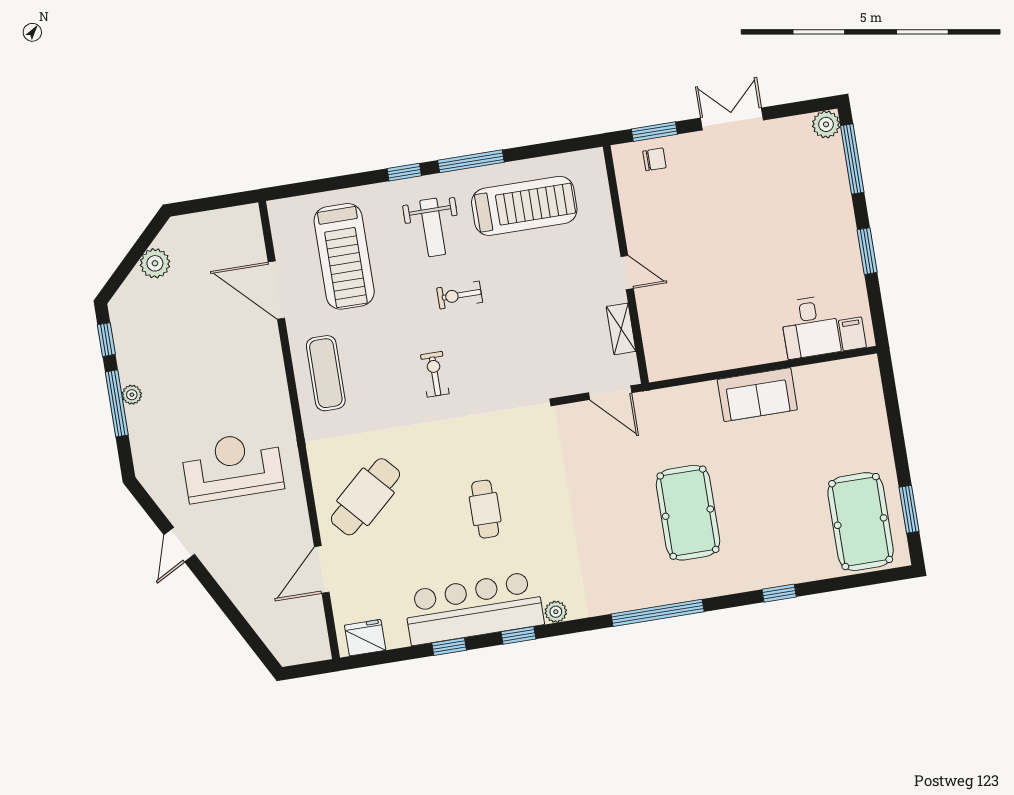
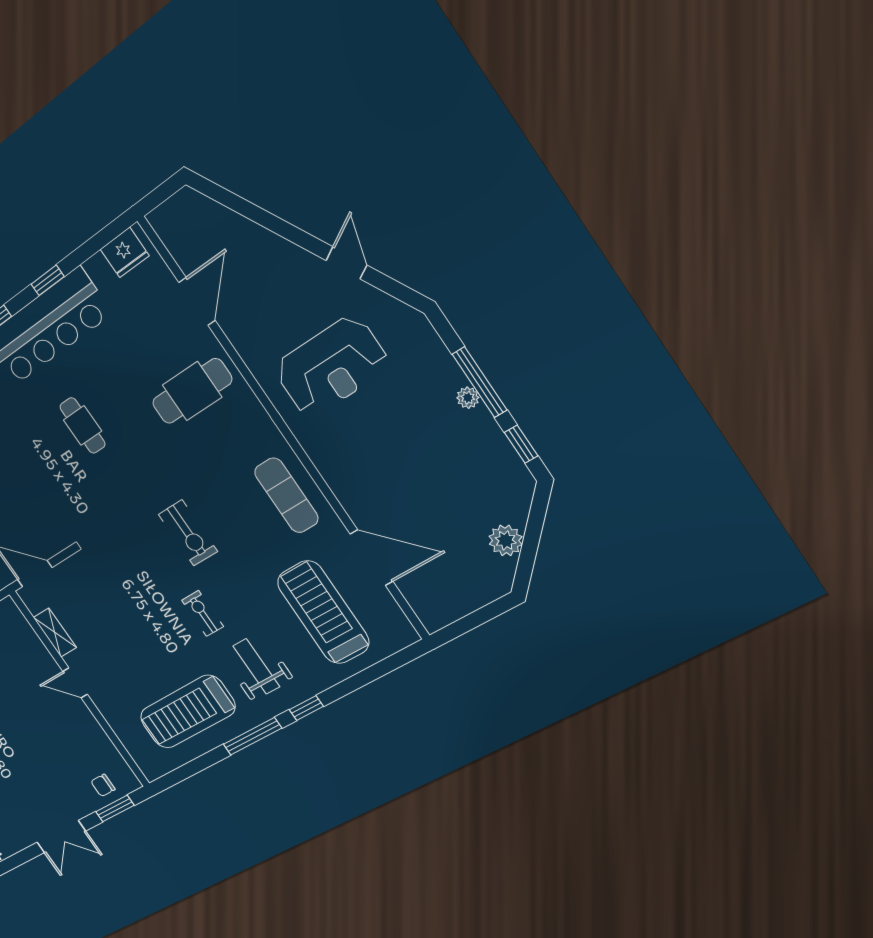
exercise bike: (460, 295) -> (202, 613), turned -90
exercise bike: (435, 374) -> (188, 533), width x1.38, depth x1.39
cafe table: (365, 497) -> (192, 391), turned 42

